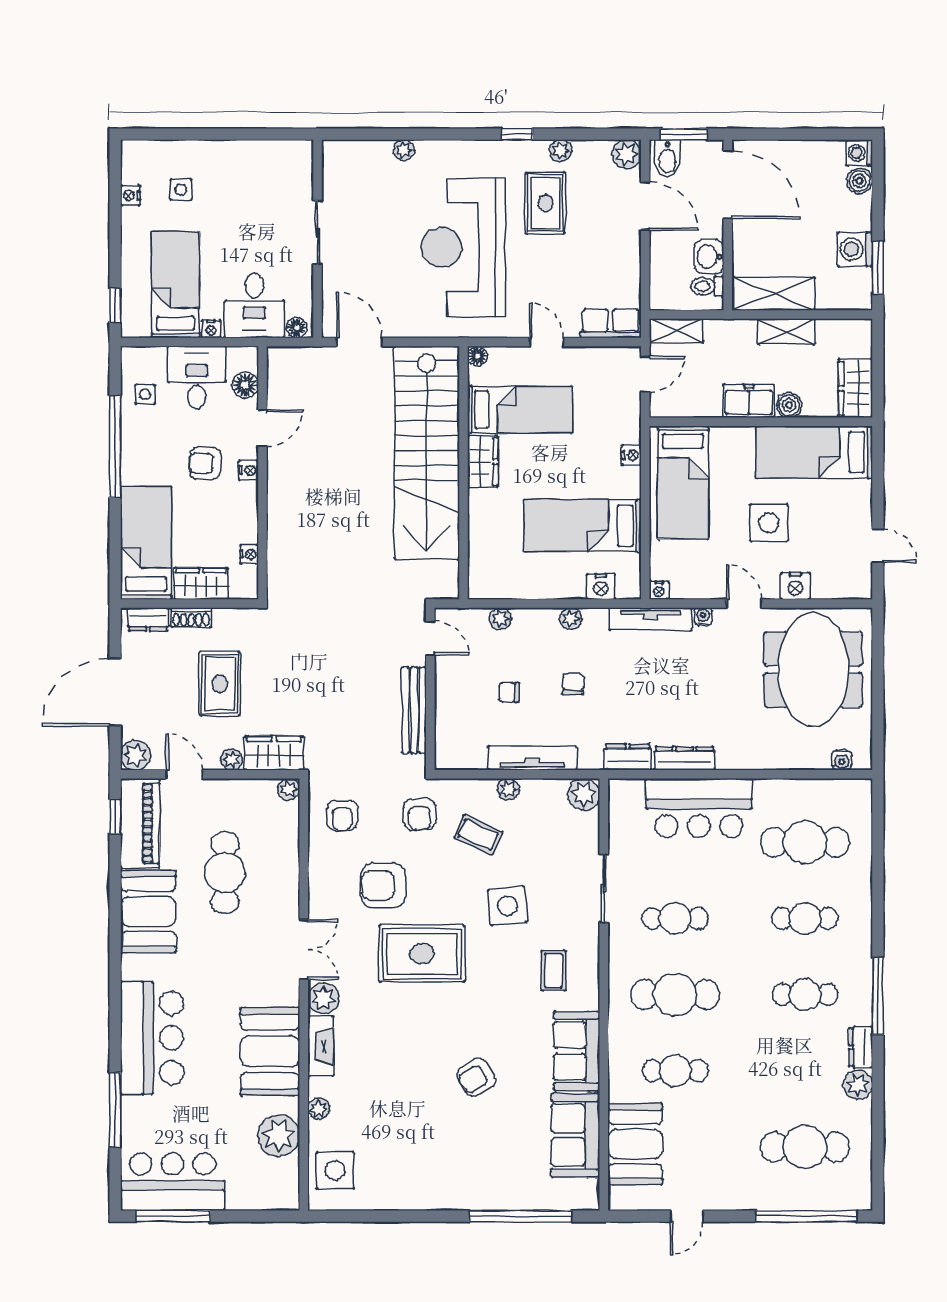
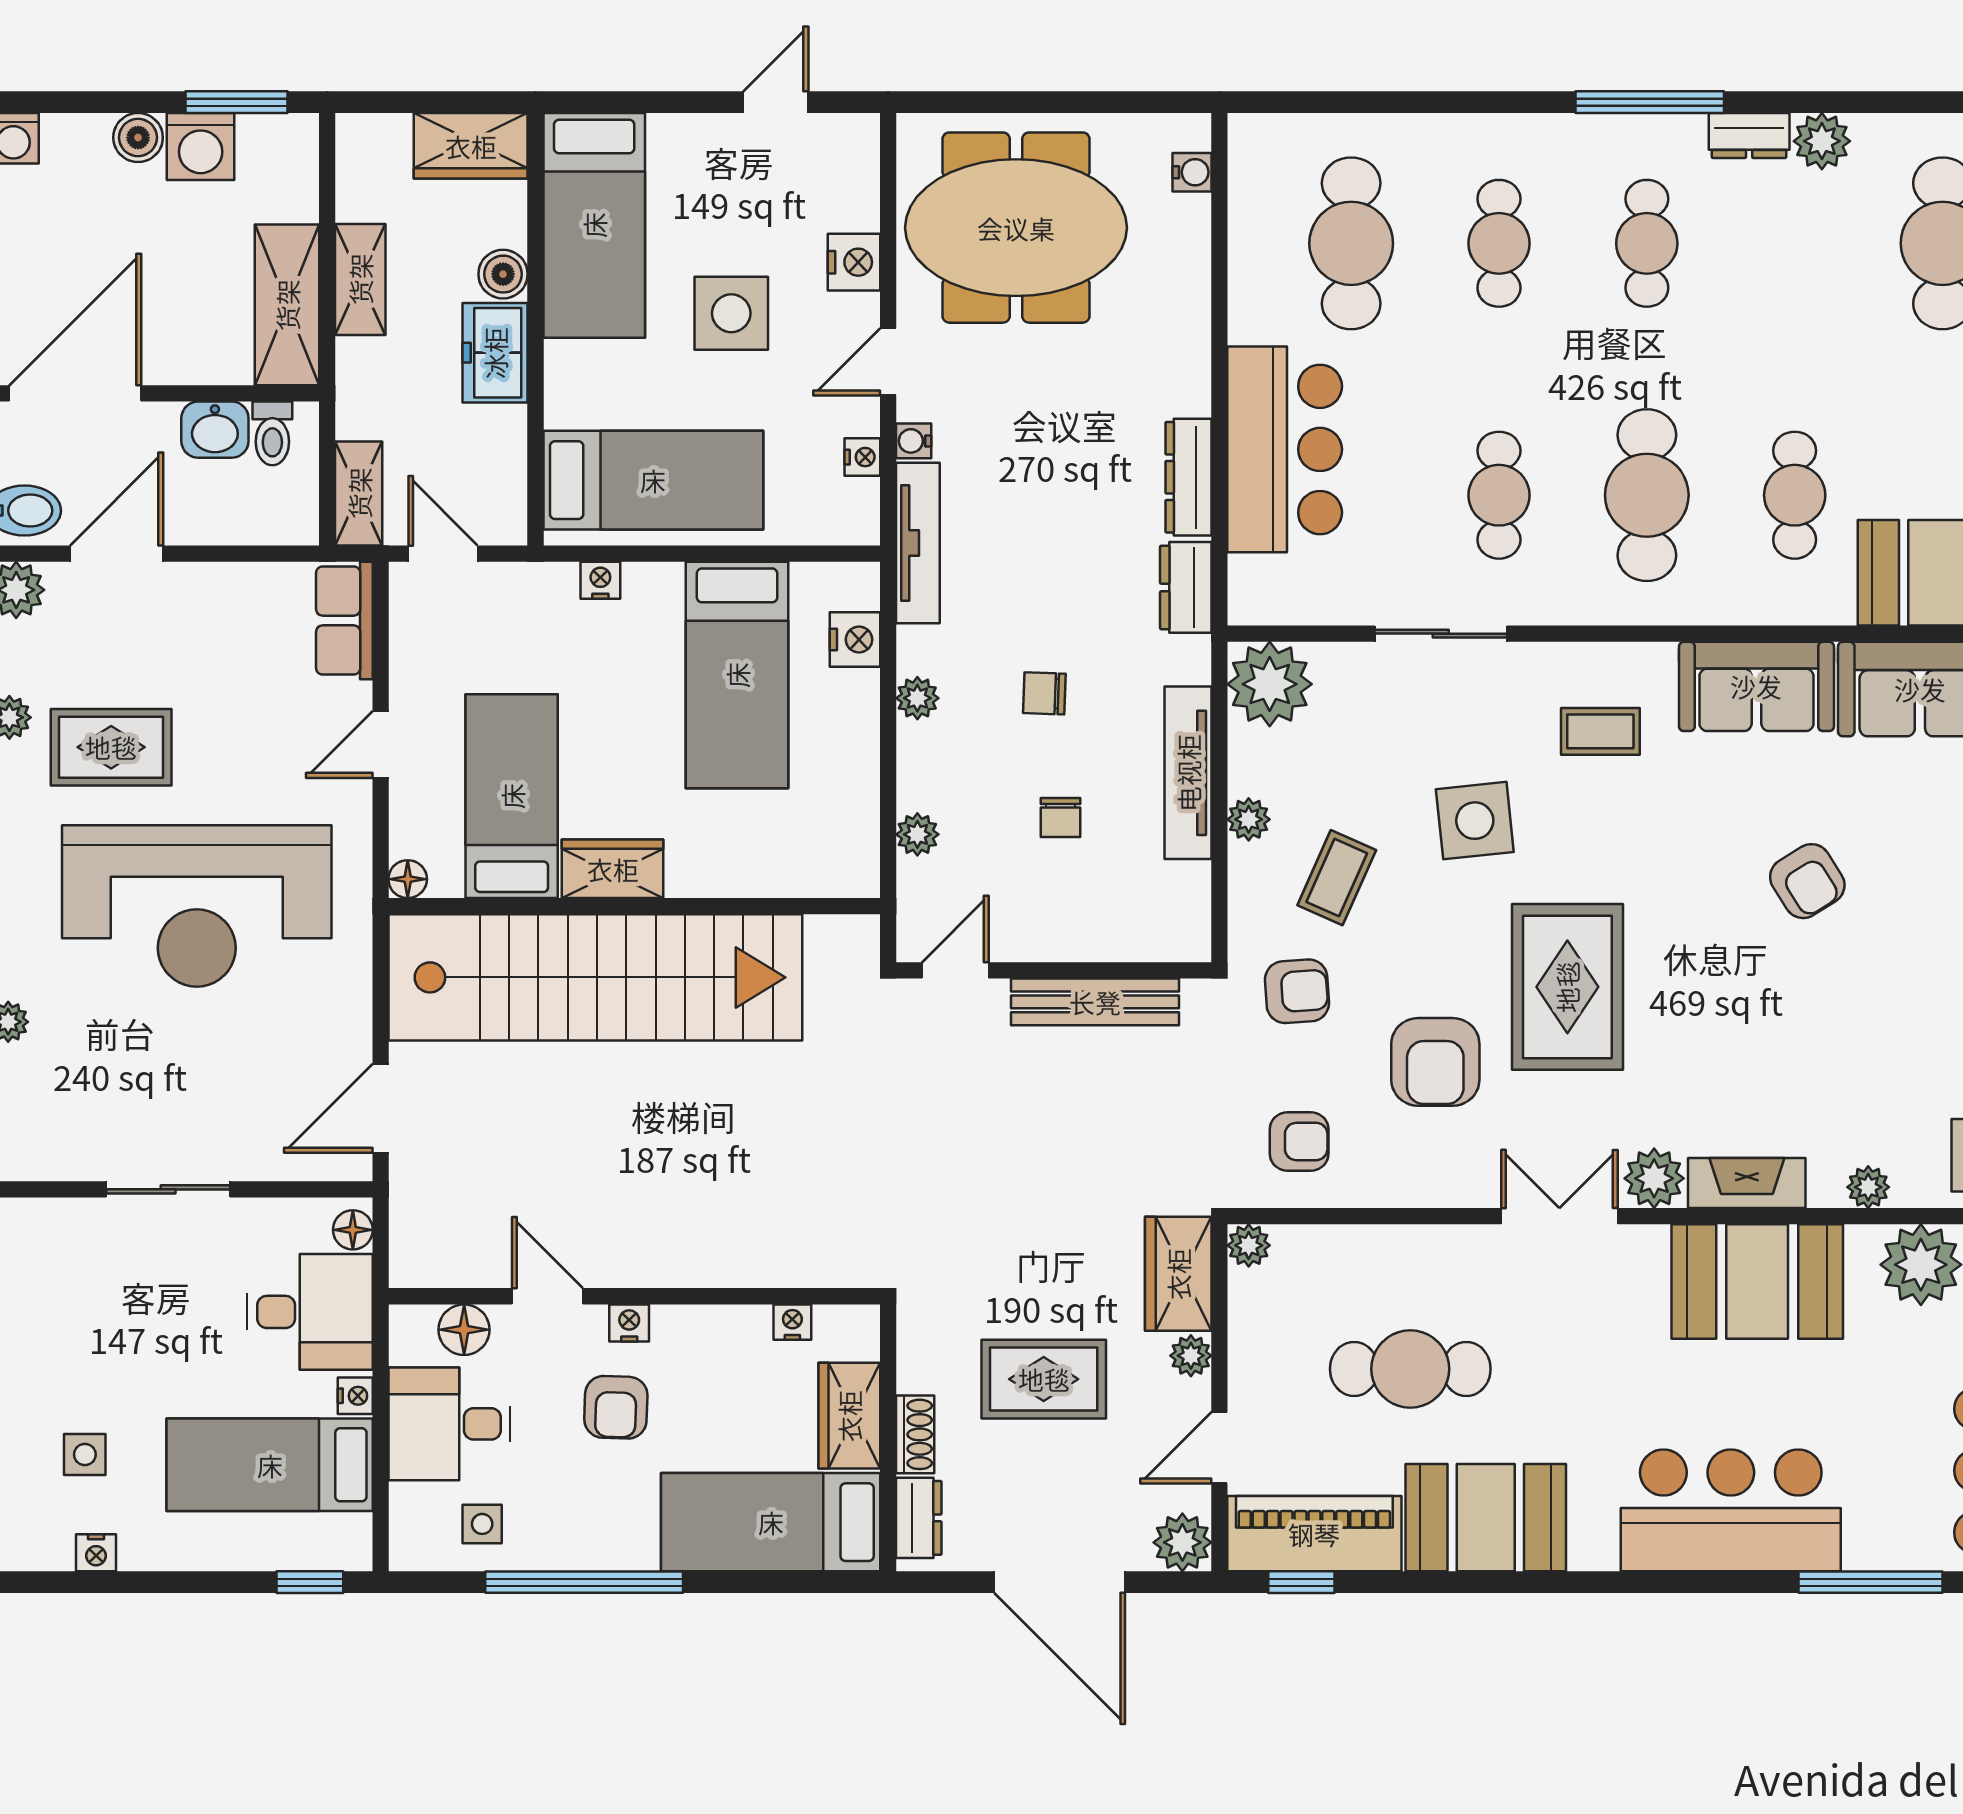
boiler: (860, 181) -> (138, 138), moved
nightstand: (659, 590) -> (862, 457), moved
plant: (584, 794) -> (1270, 684), width x1.36, depth x1.36

